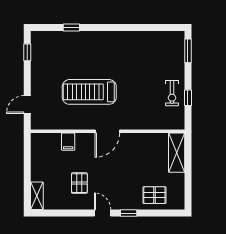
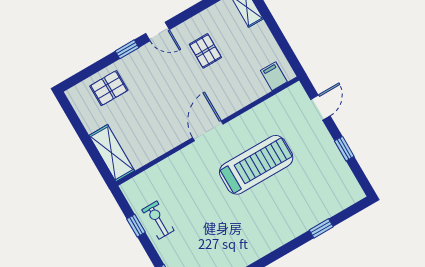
window: (27, 52) -> (344, 149), moved
filing cabinet: (68, 142) -> (274, 76), moved

